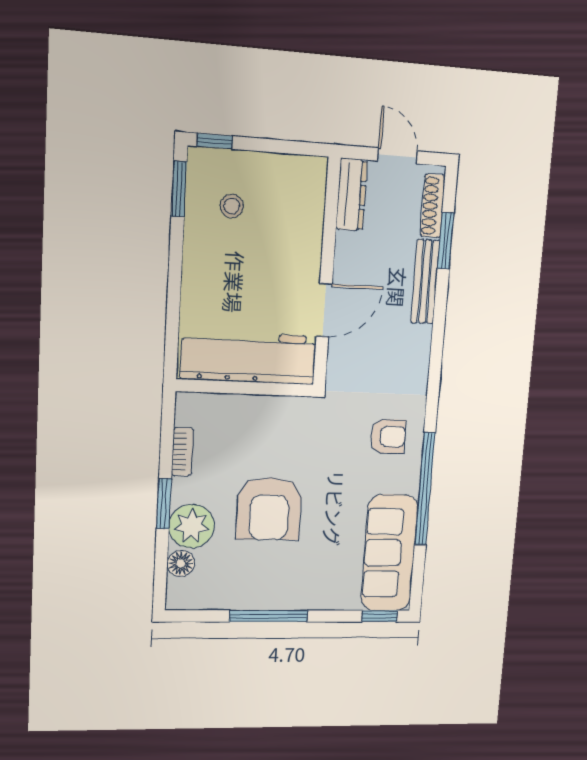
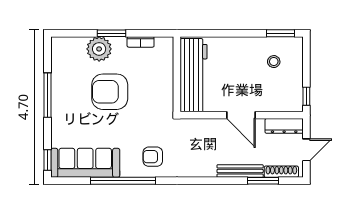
window: (215, 141) -> (306, 96), moved
door: (324, 310) -> (241, 115), moved
armchair: (388, 436) -> (153, 157), turned 90
floor lamp: (181, 563) -> (78, 44), removed

